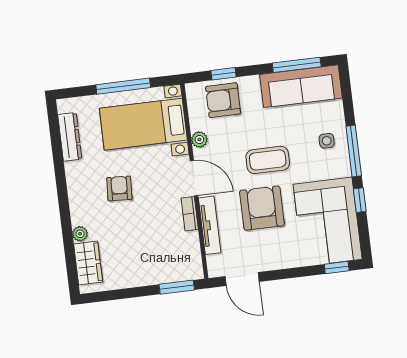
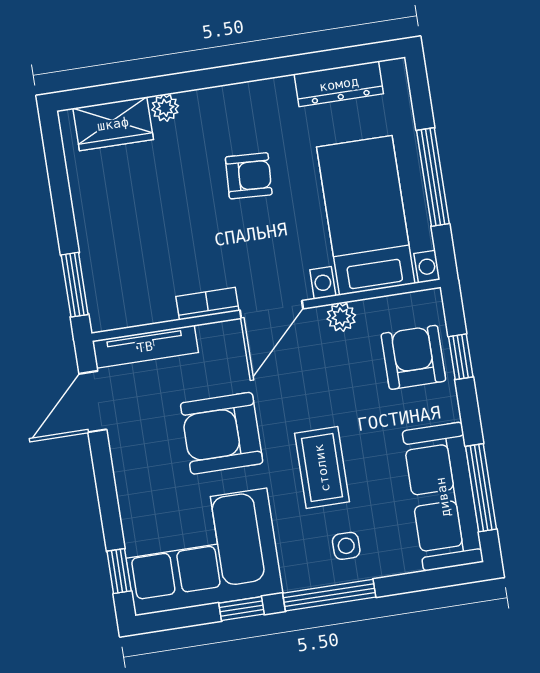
coffee table: (268, 160) -> (322, 468), moved
armchair: (262, 208) -> (222, 433), turned 180
tv unit: (210, 225) -> (145, 347), moved

